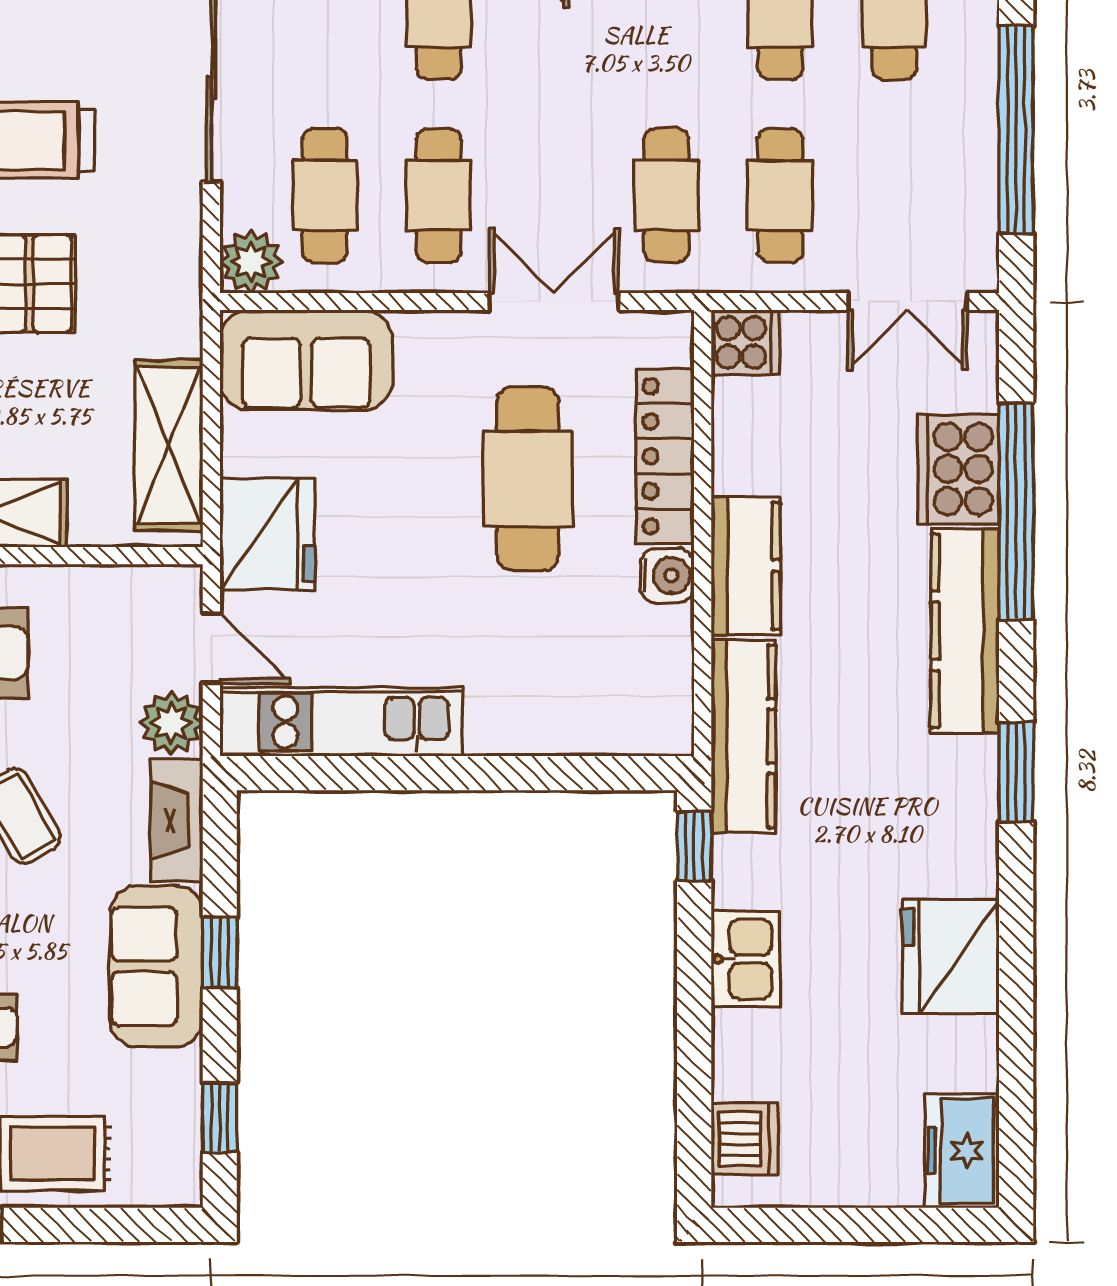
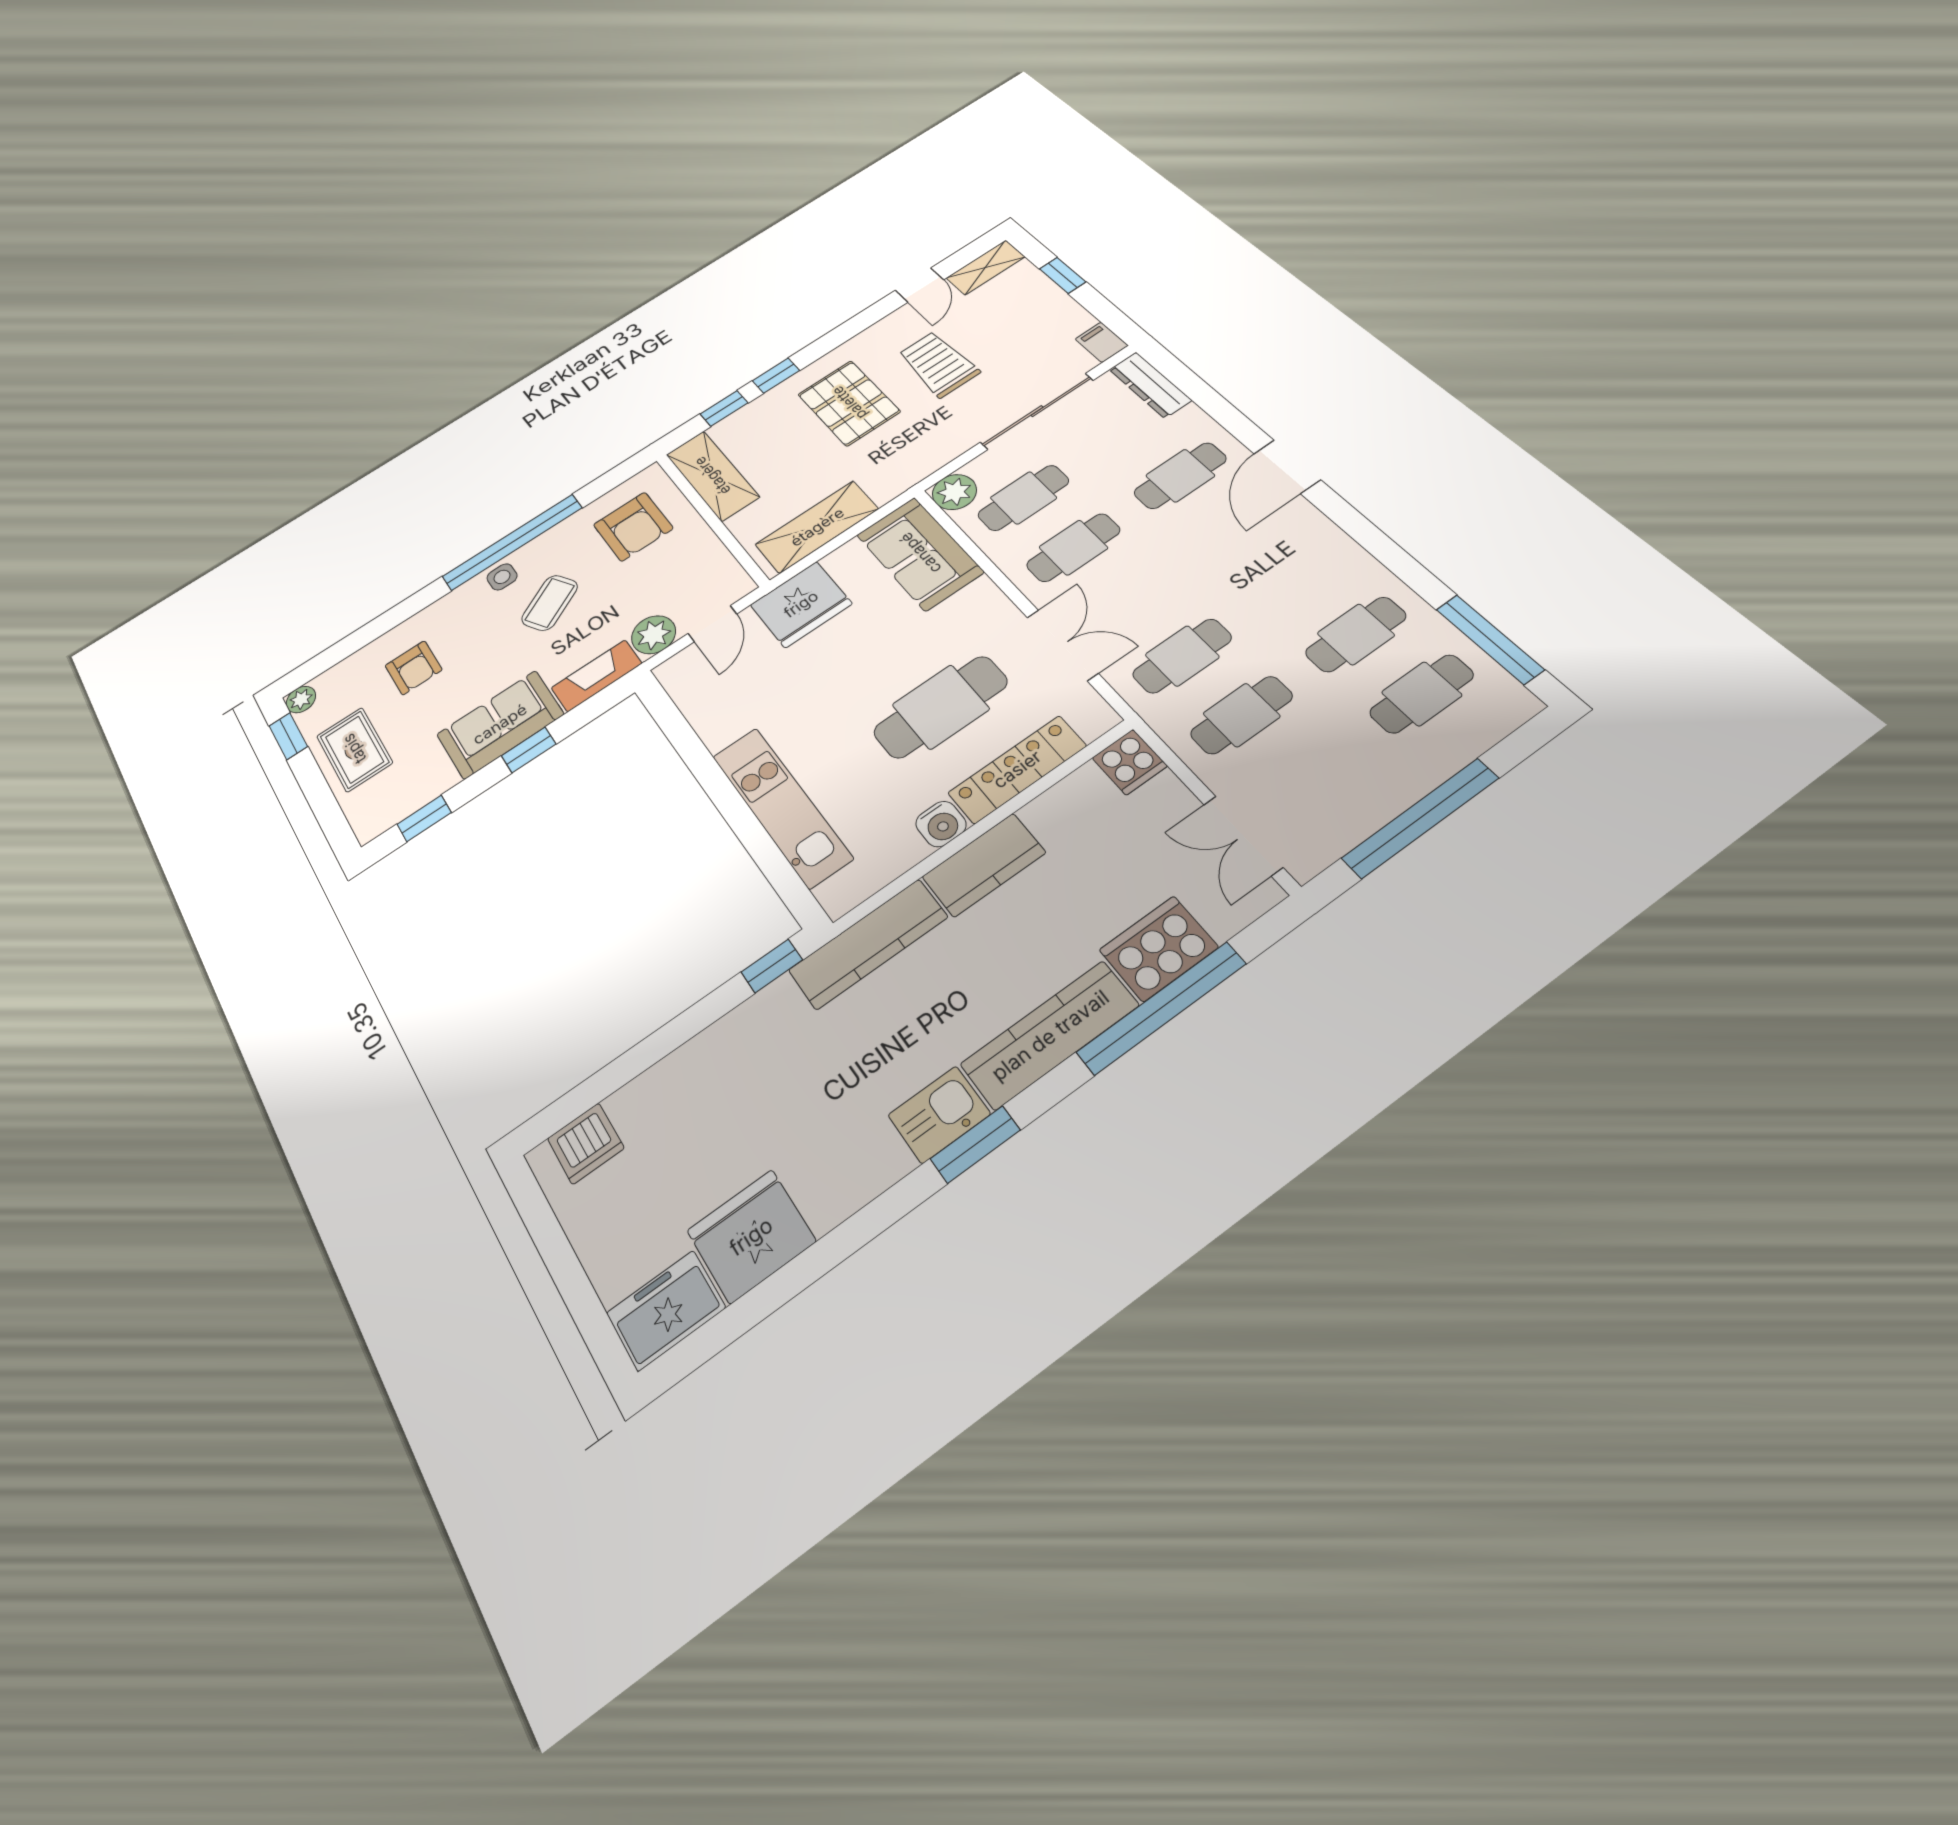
kitchen unit: (341, 722) -> (782, 807), moved
fridge: (951, 956) -> (751, 1236), moved
kitchen sink: (746, 959) -> (939, 1115), moved, turned 180

